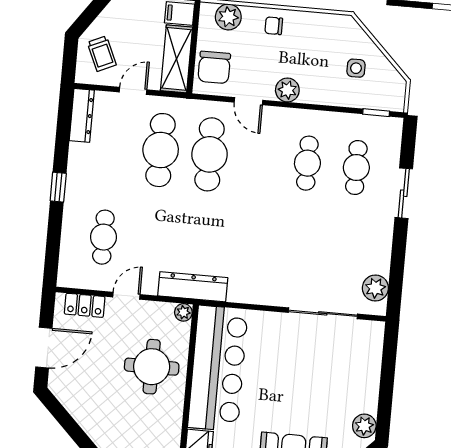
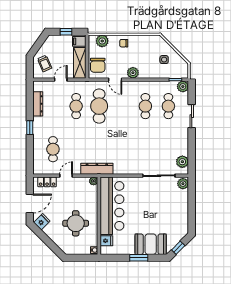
dresser: (82, 115) -> (38, 104), moved
plant: (391, 129) -> (183, 87), added
cafe table: (161, 150) -> (76, 106), width x0.73, depth x0.74
round table: (152, 367) -> (76, 223), moved
fridge: (66, 389) -> (42, 222), added
plant: (364, 426) -> (183, 184), moved

